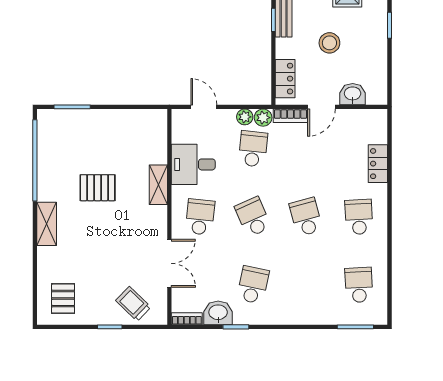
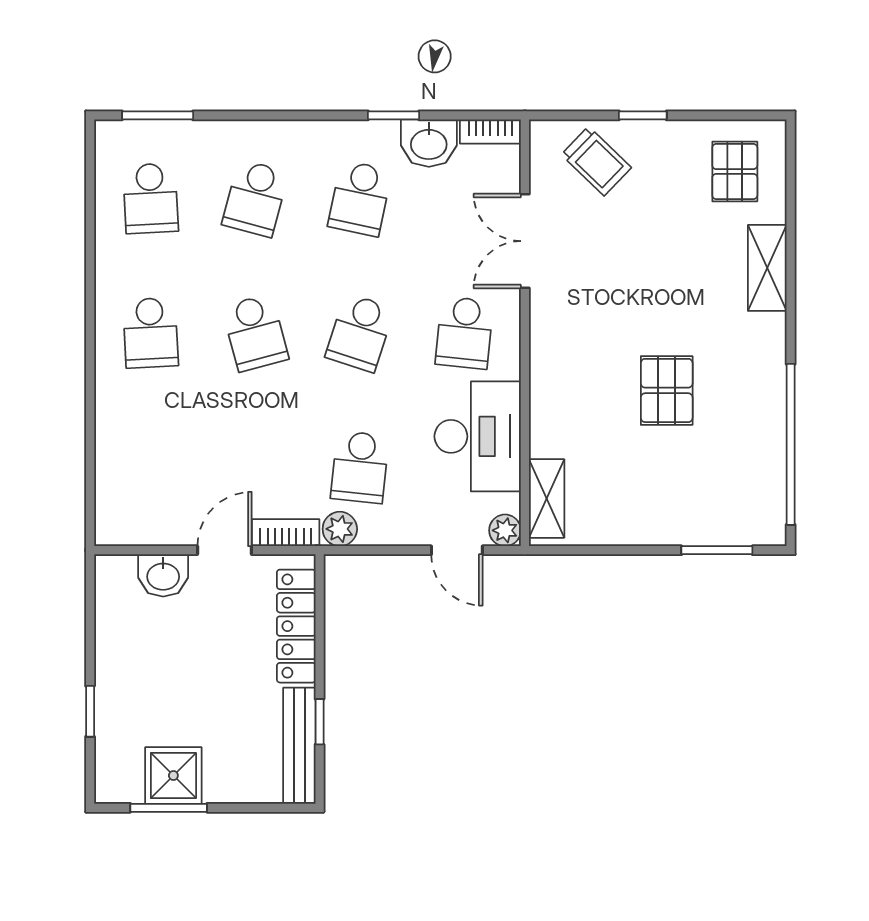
stool: (329, 43) -> (209, 676), removed
locker: (285, 79) -> (296, 626), width x1.53
plant: (245, 117) -> (505, 530), moved
desk: (193, 164) -> (478, 436), width x1.37
locker: (378, 164) -> (113, 438), removed
shelving: (158, 185) -> (547, 498), moved
pallet: (98, 188) -> (667, 390), turned 90
school desk: (253, 217) -> (360, 333), turned 42
shelving: (47, 224) -> (767, 268), moved
school desk: (306, 285) -> (255, 198), added

